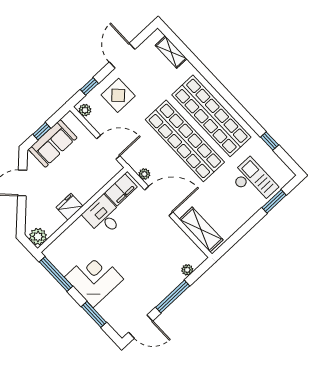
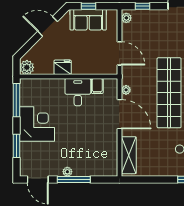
display table: (118, 95) -> (155, 28), removed
filing cabinet: (121, 190) -> (97, 86), width x0.50
plant: (187, 270) -> (67, 172), moved

